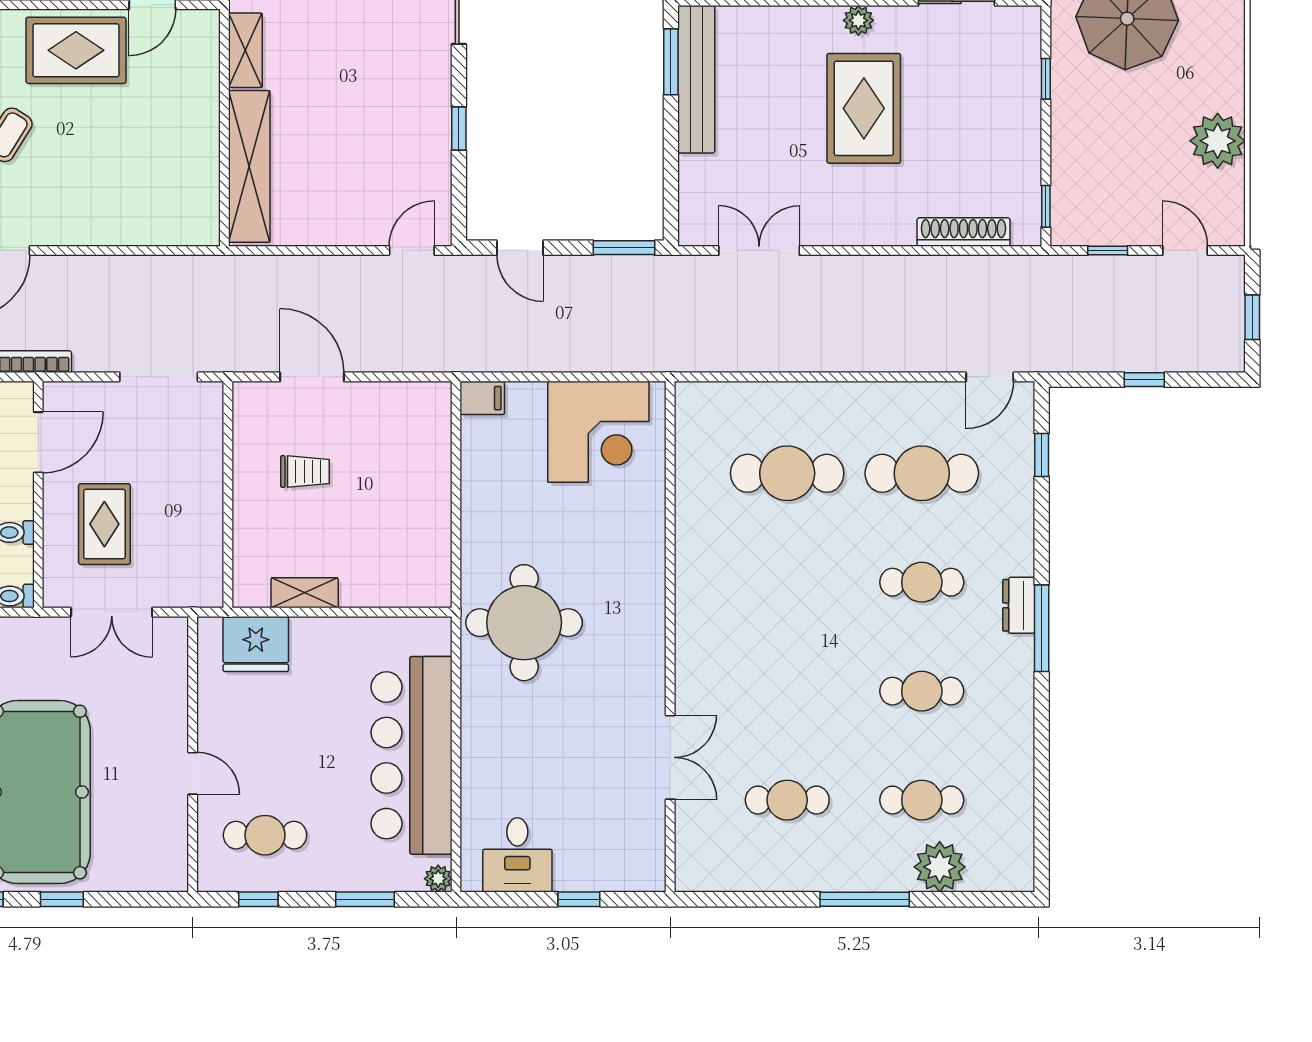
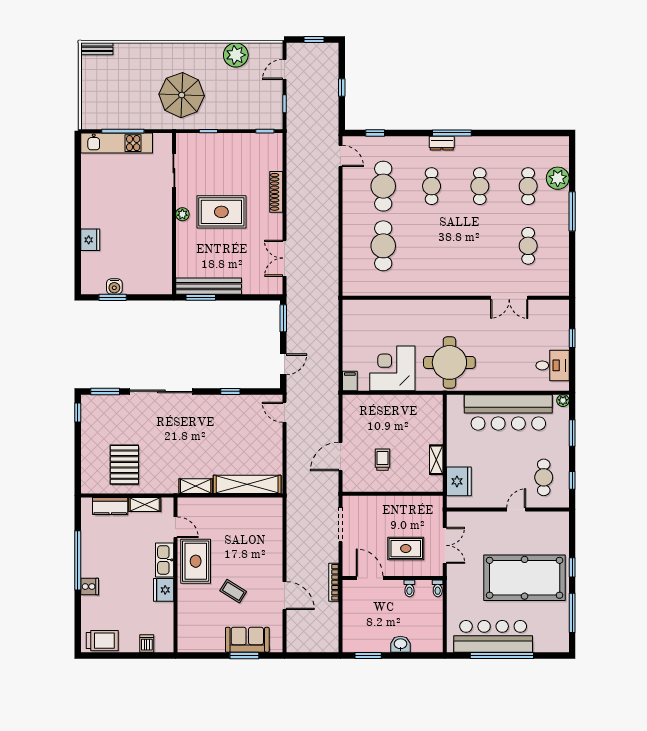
shoe rack: (964, 232) -> (276, 192), moved
corner desk: (598, 432) -> (392, 368), moved, turned -90
double door: (670, 757) -> (509, 298), swing flipped

